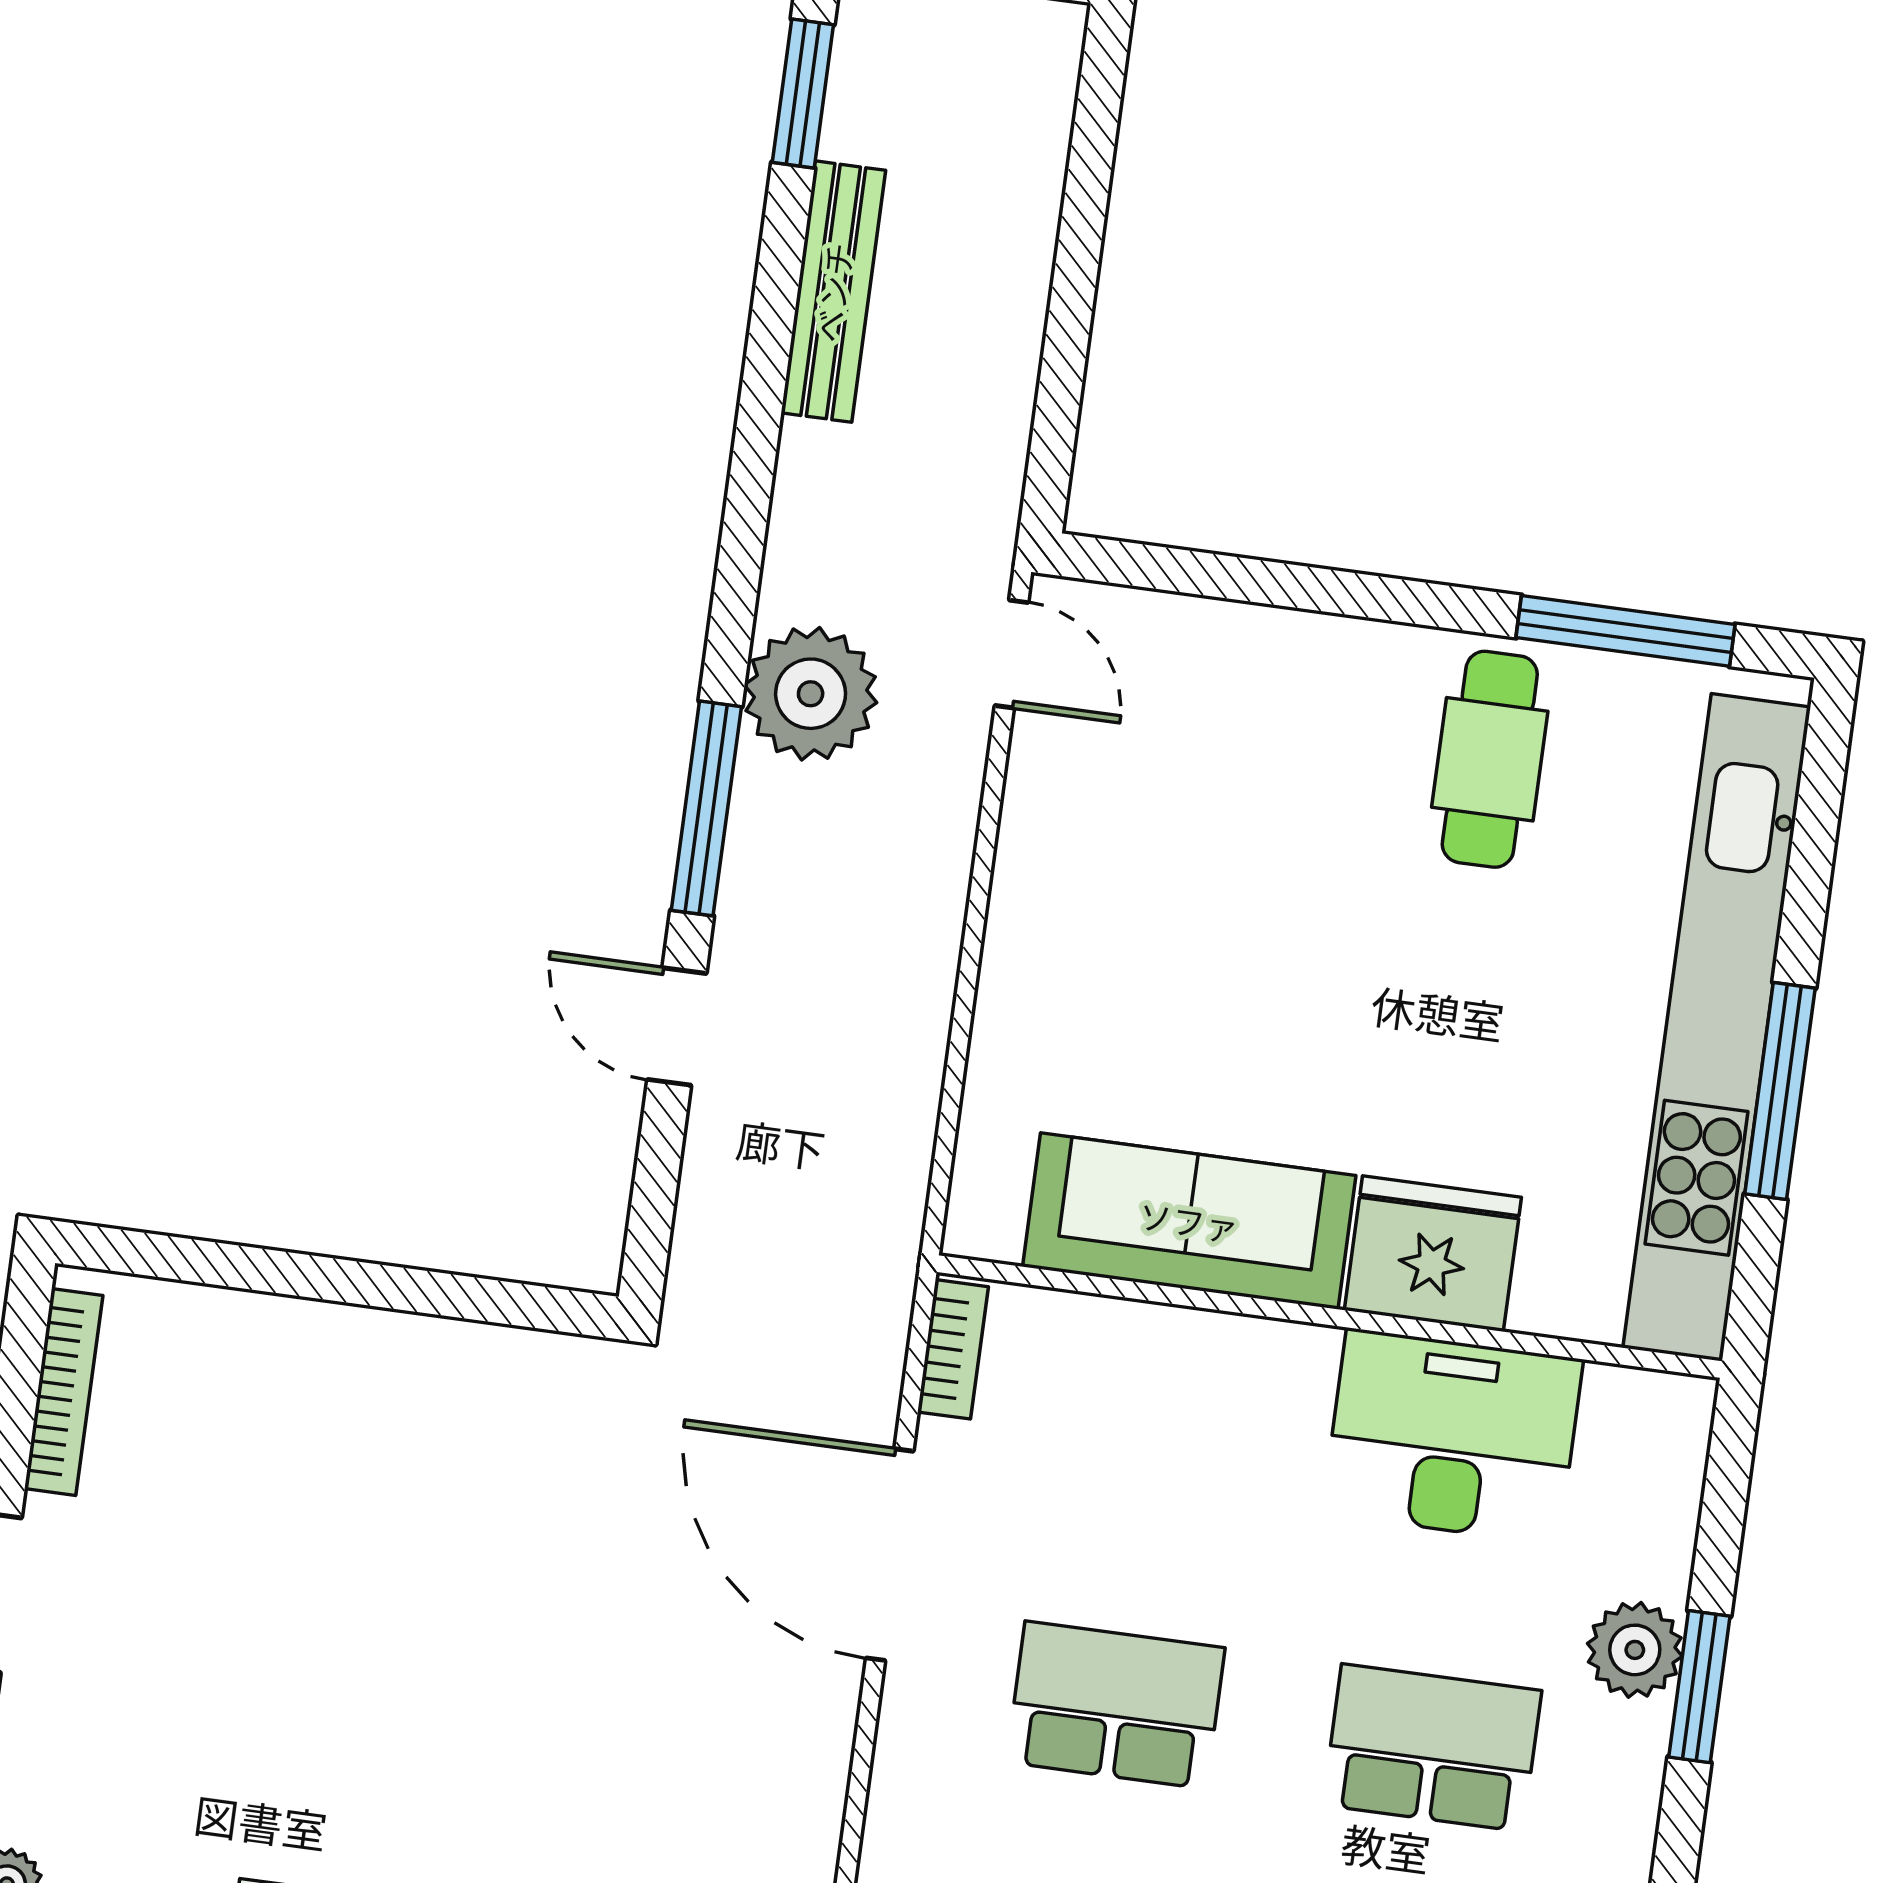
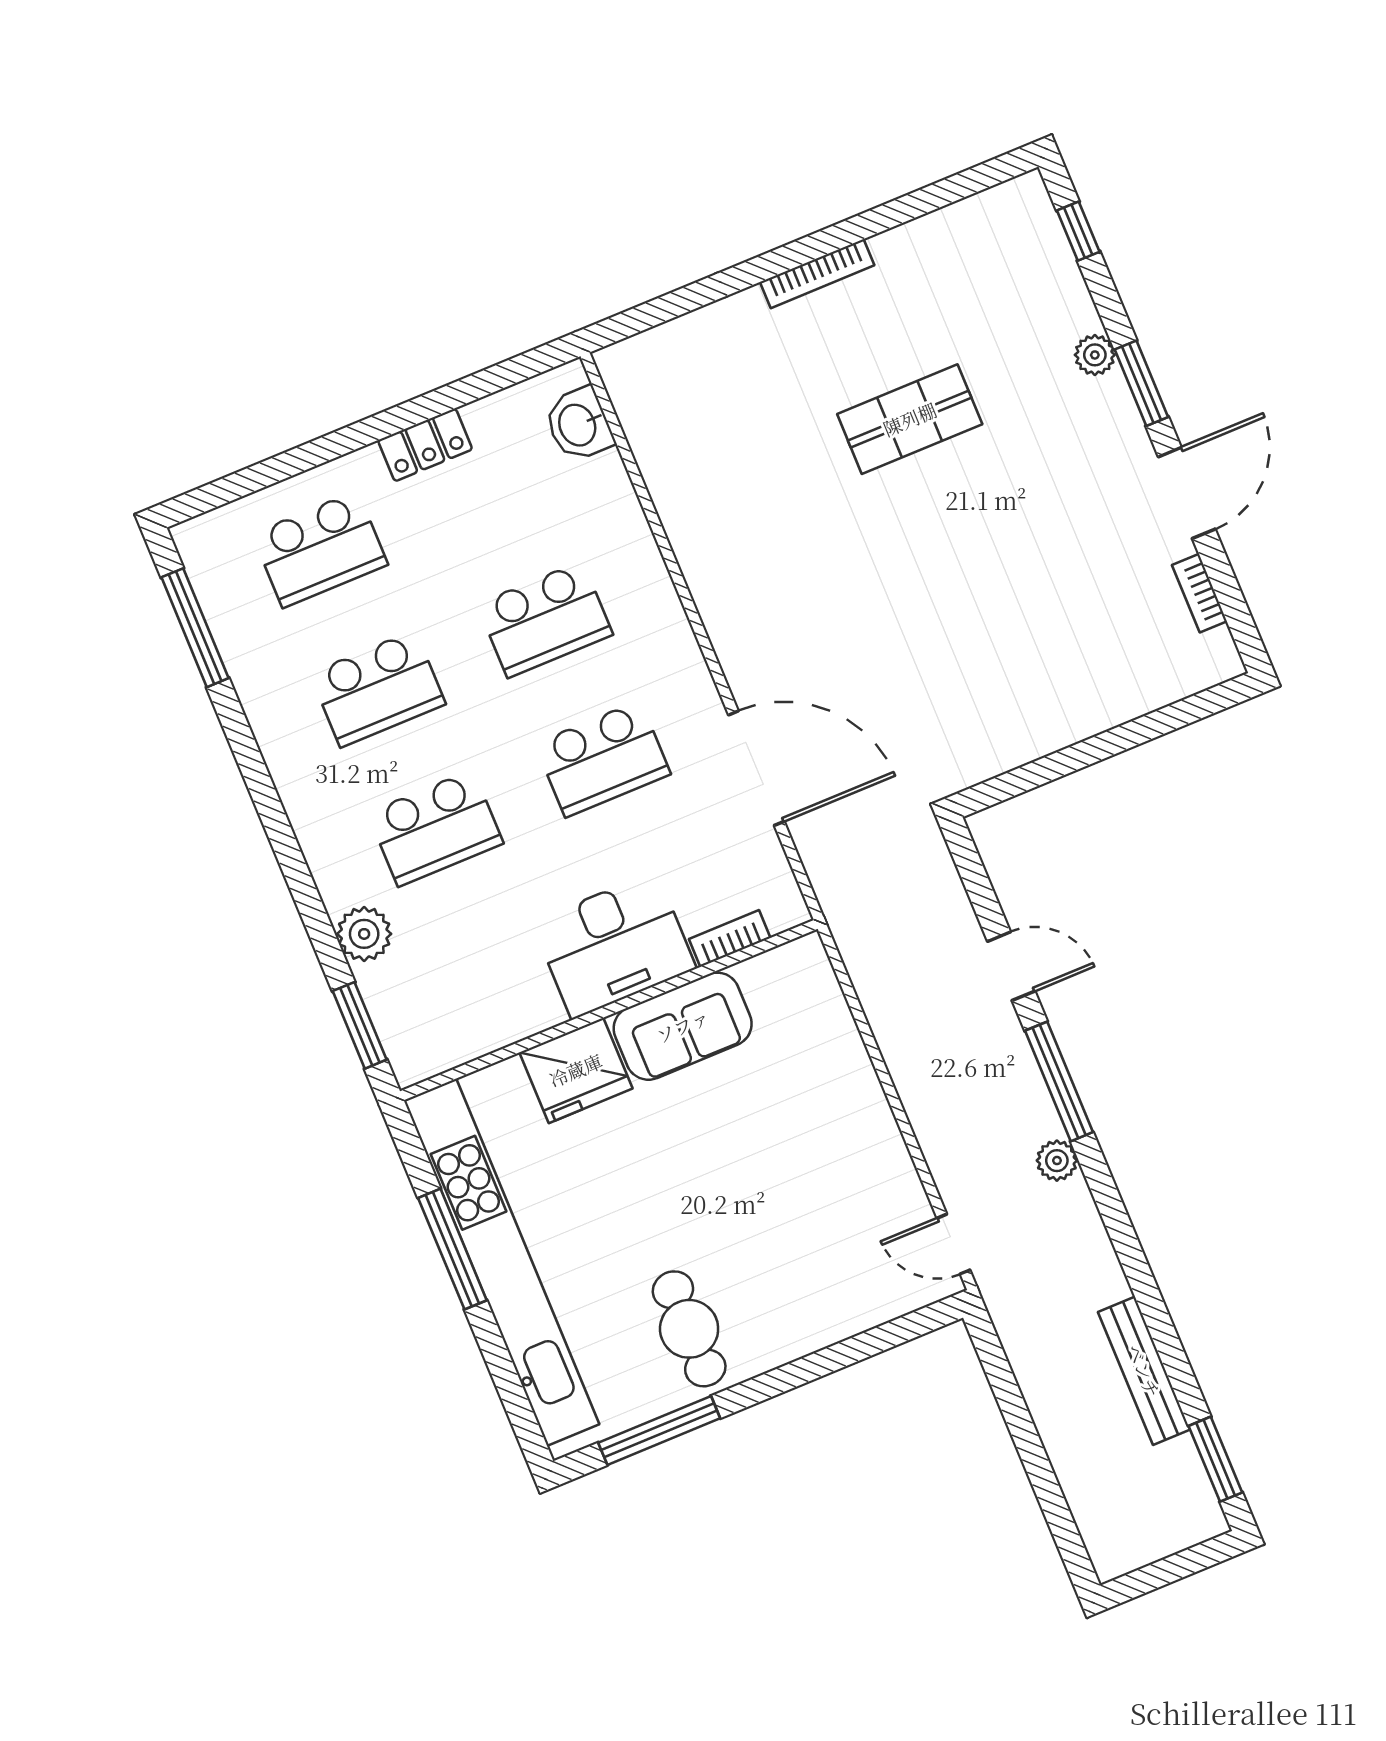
plant: (811, 694) -> (1057, 1161), width x0.53, depth x0.53
sofa: (1189, 1221) -> (683, 1026), width x0.73
bookcase: (953, 1349) -> (730, 938), moved, turned 90
bookcase: (64, 1392) -> (1199, 593), width x0.64
desk: (1453, 1436) -> (614, 945), moved
window: (1699, 1687) -> (360, 1025), moved

